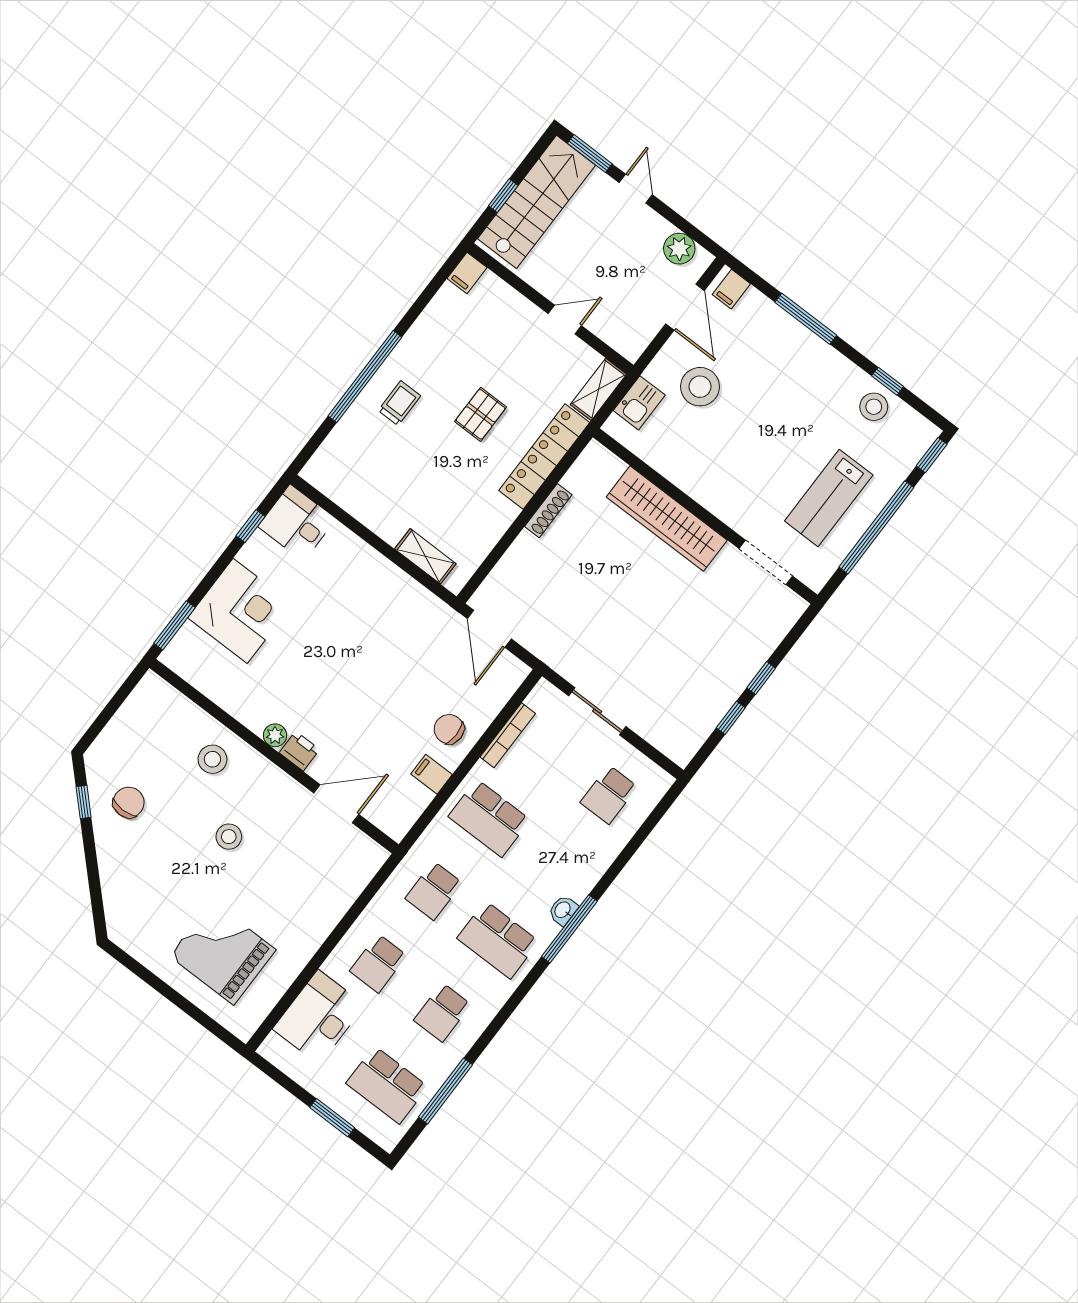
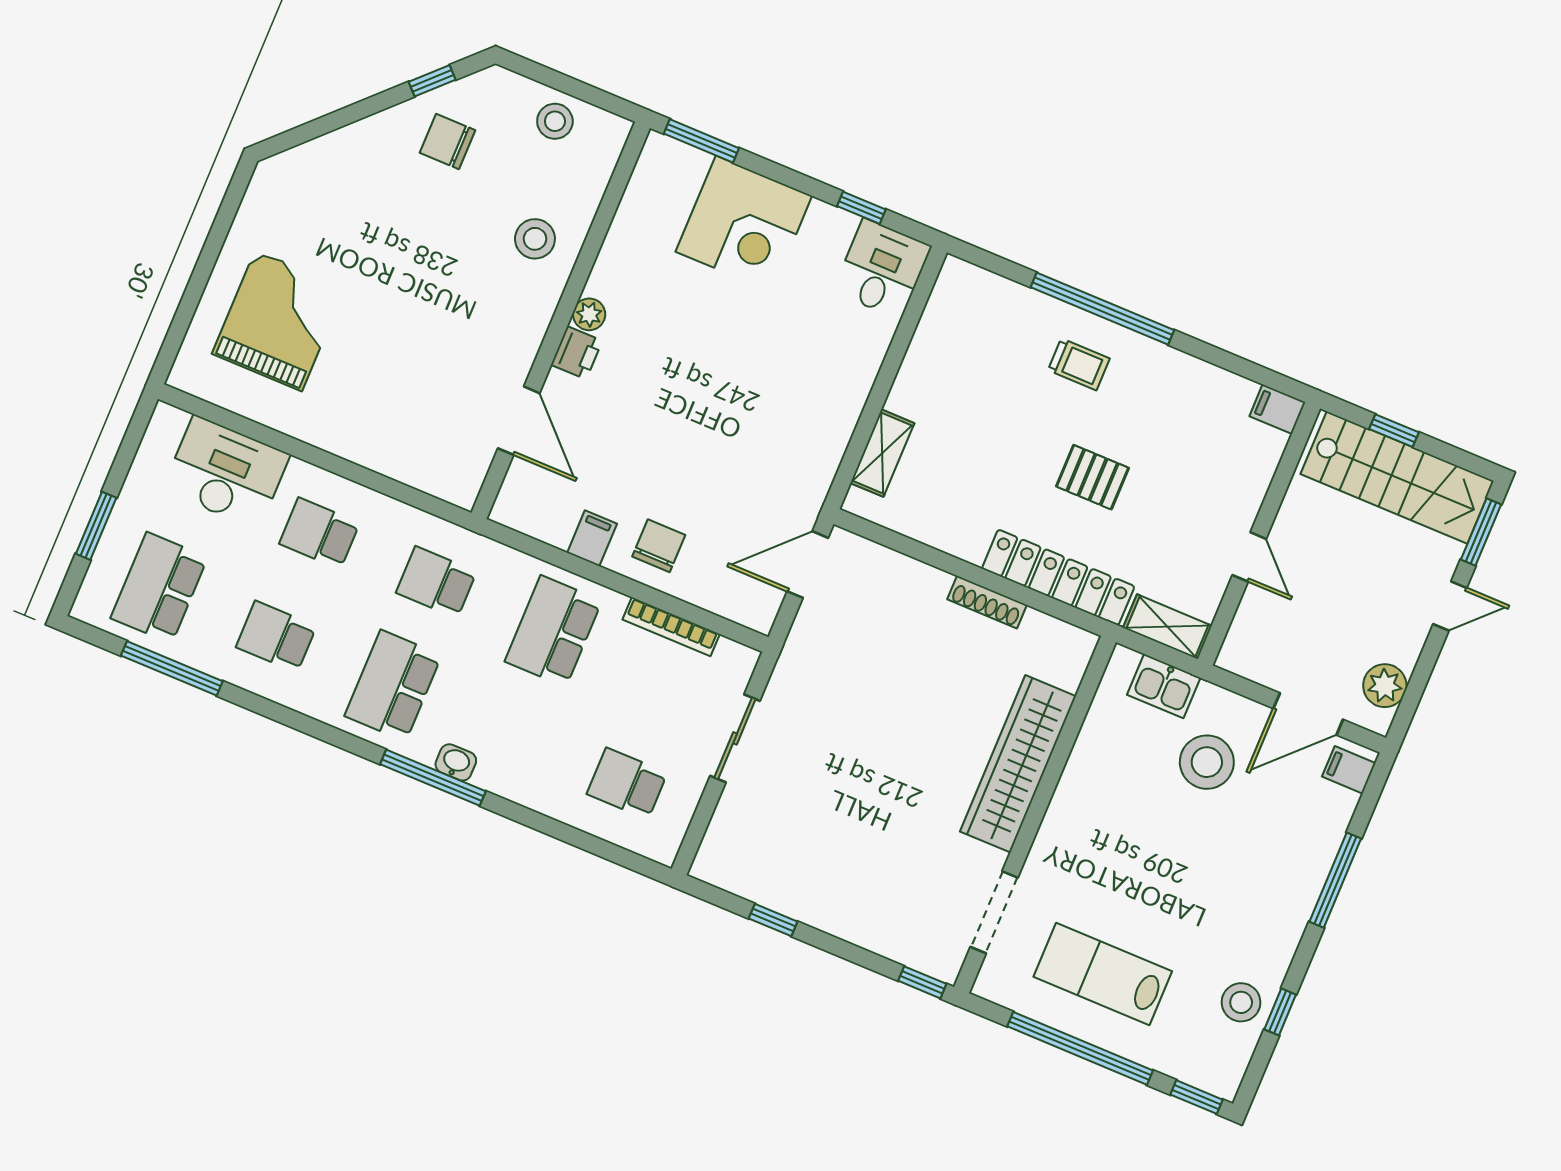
window: (761, 678) -> (922, 982), moved
chair: (129, 802) -> (448, 141), turned 180
stool: (229, 837) -> (555, 121), moved

